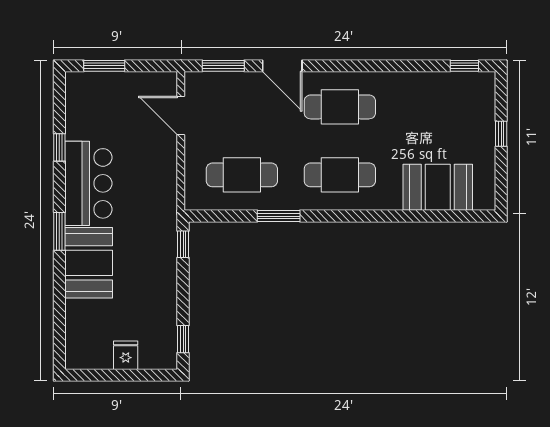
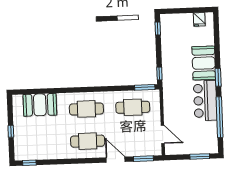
window: (59, 147) -> (220, 117), width x3.17
window: (279, 216) -> (145, 87), moved
fridge: (126, 355) -> (199, 19), moved

